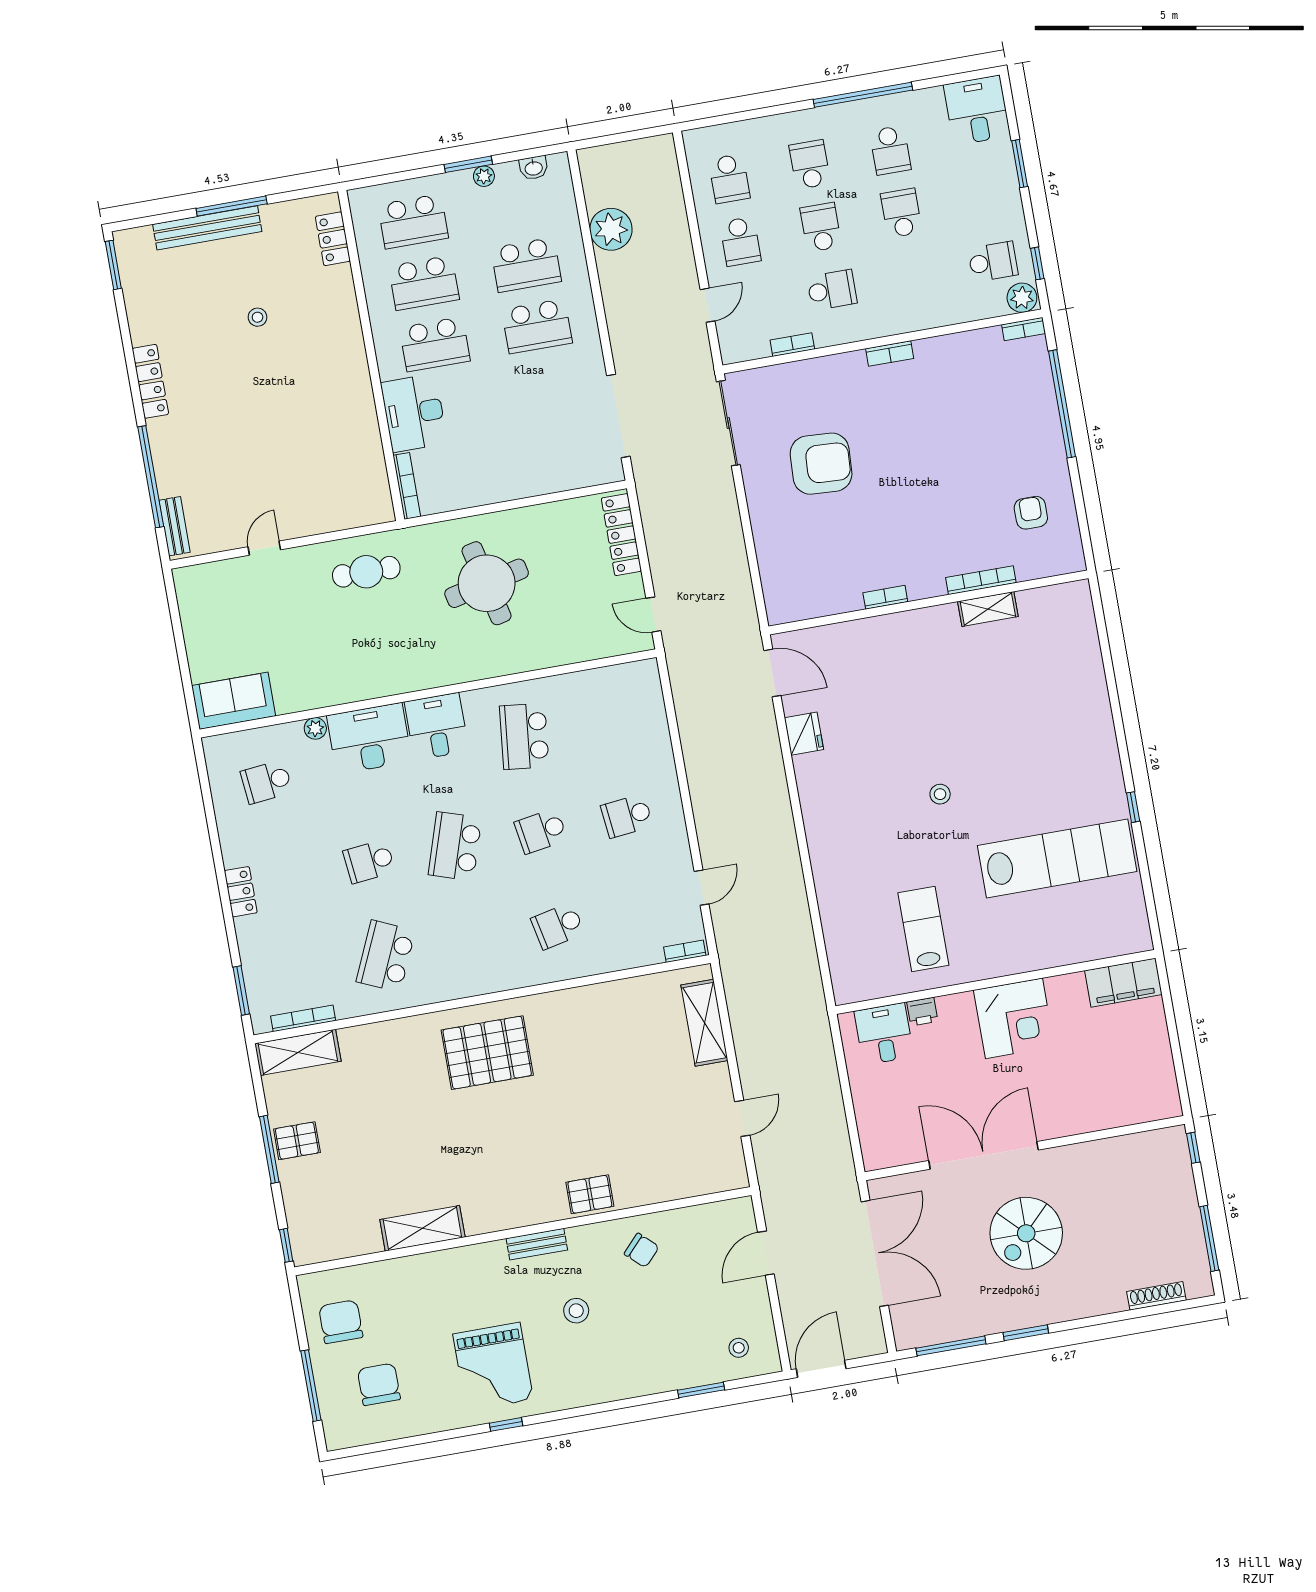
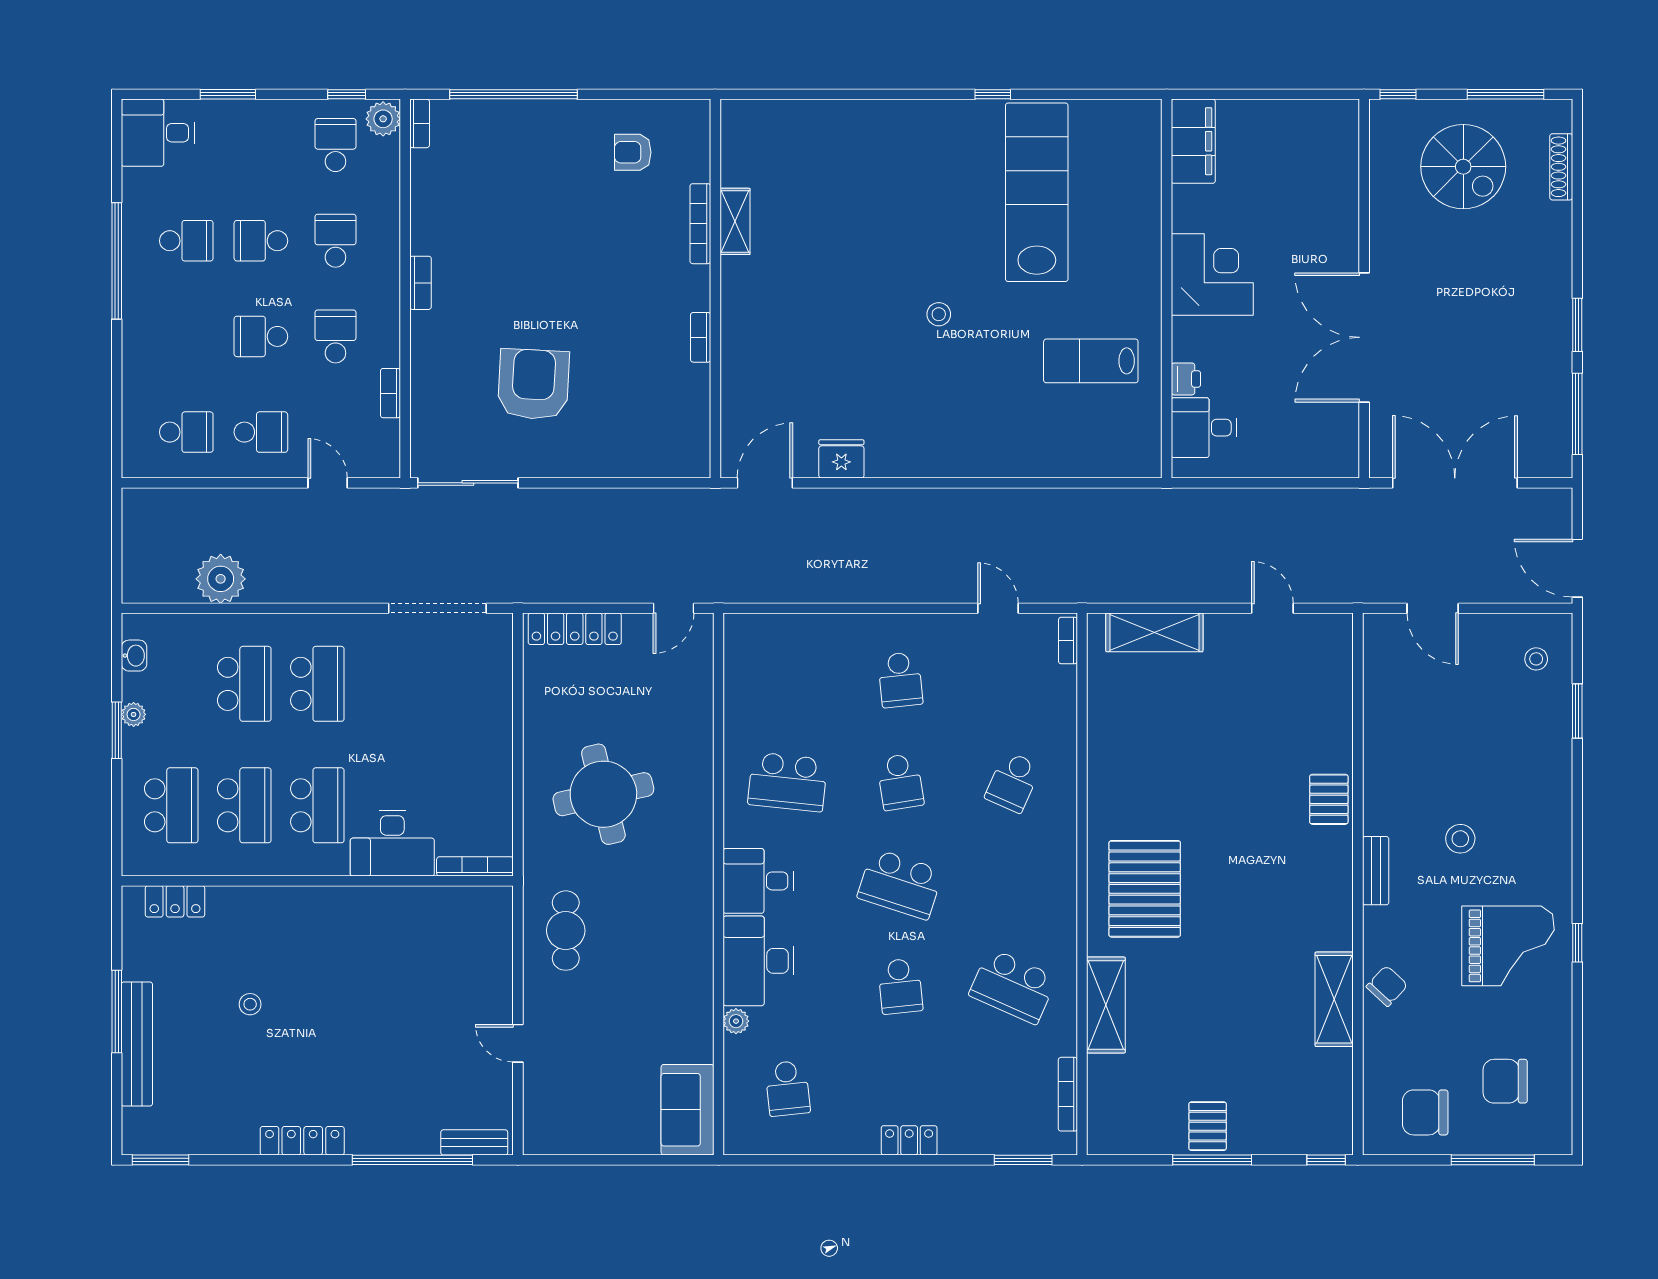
school desk: (810, 164) -> (335, 241), moved, turned 90
school desk: (558, 926) -> (1013, 782), turned 36
shelving: (298, 1052) -> (1106, 1005), moved
spiral stairs: (1026, 1233) -> (1463, 167), moved
chair: (642, 1250) -> (1387, 986), moved

